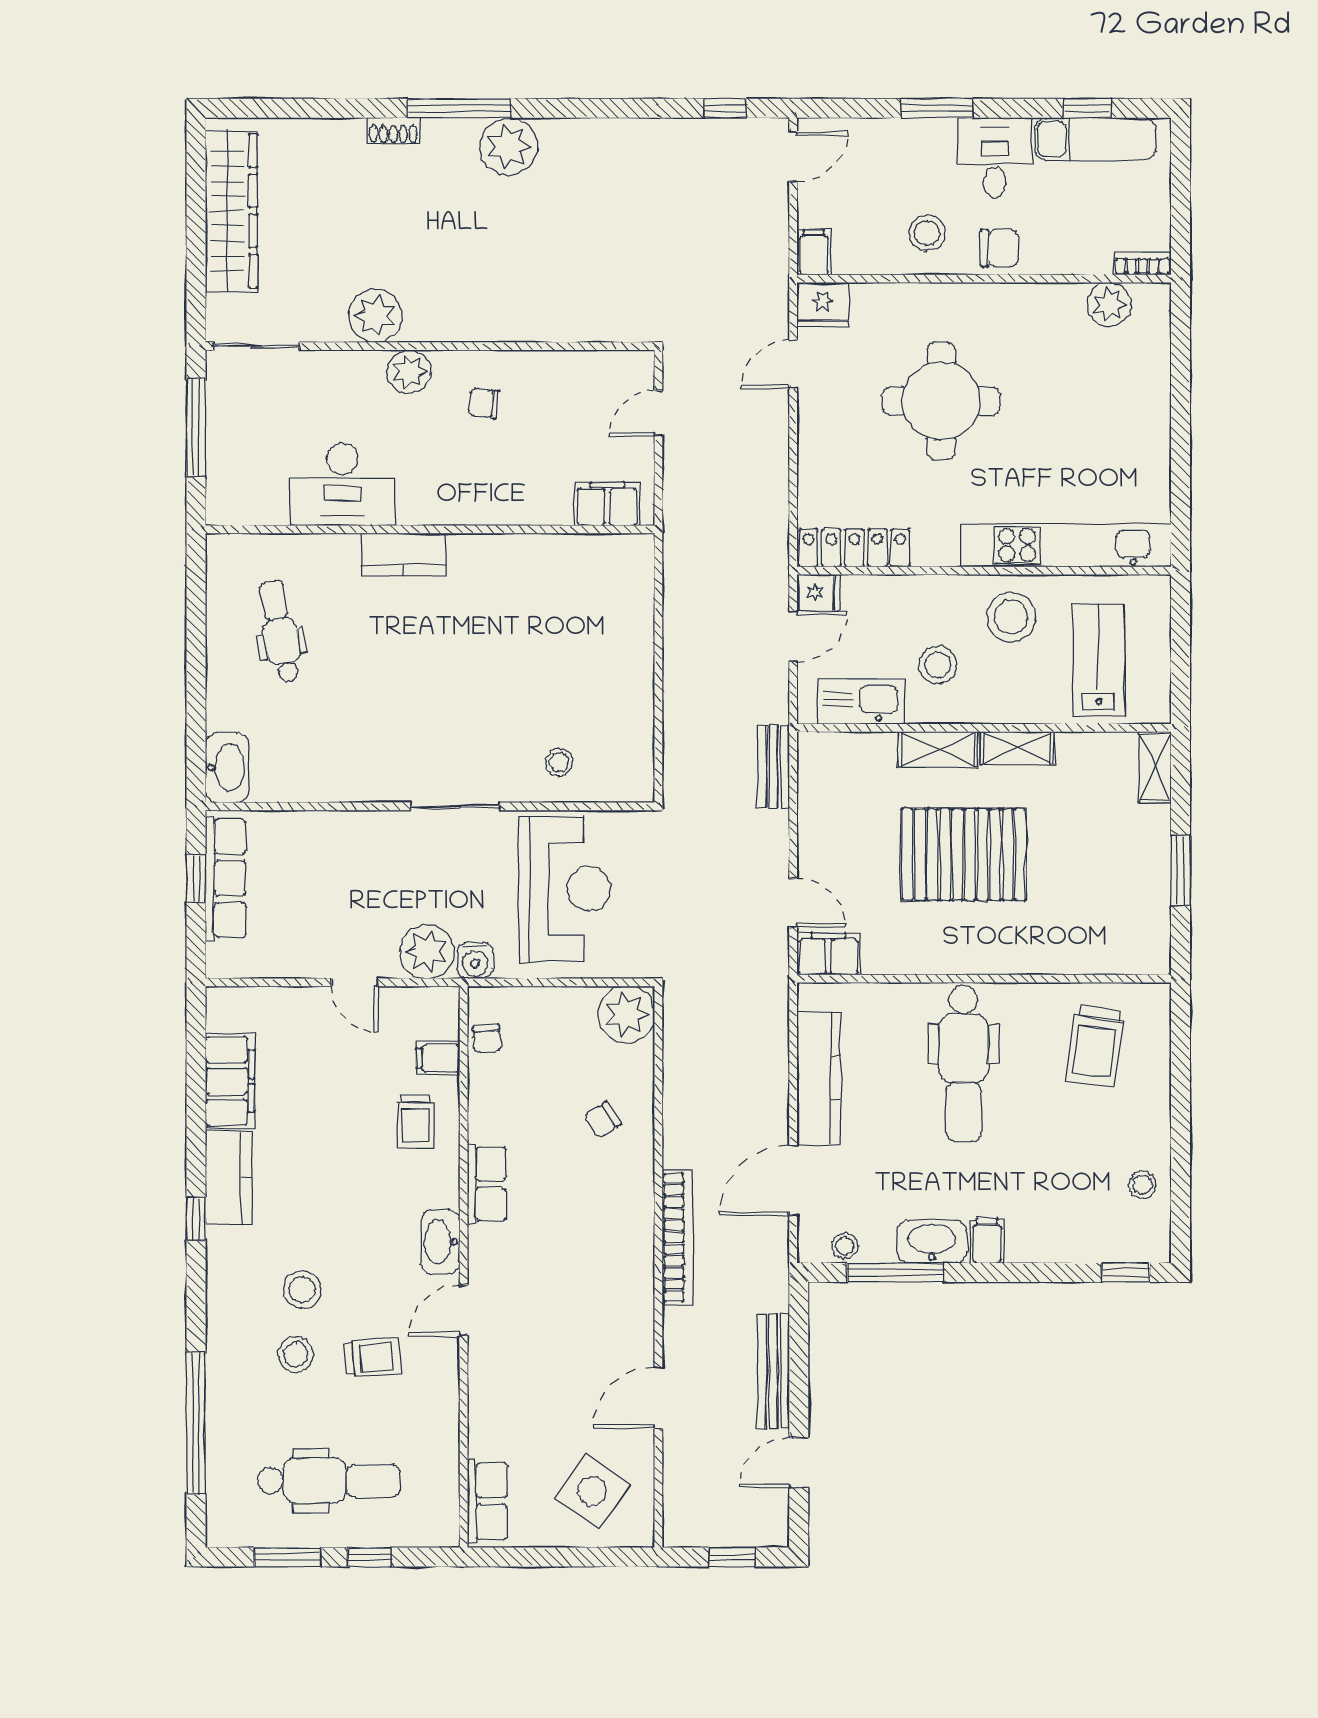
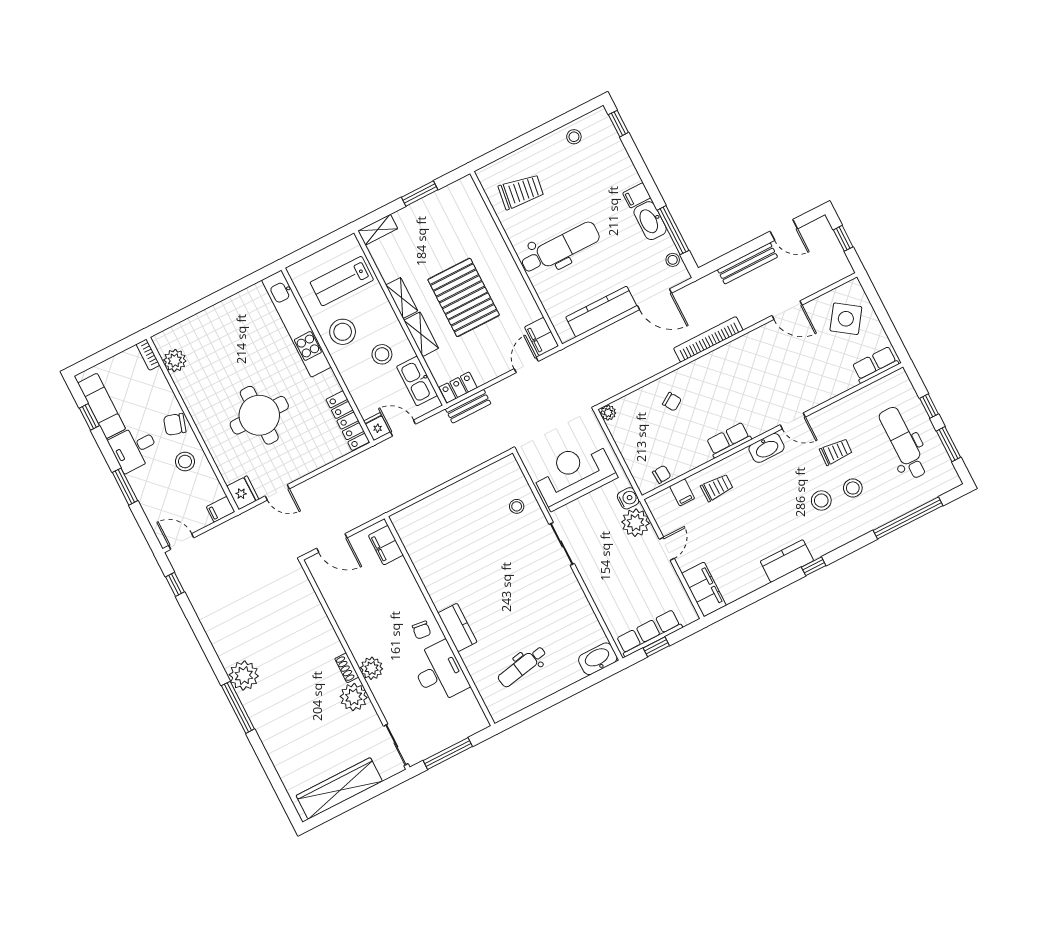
shoe rack: (393, 131) -> (347, 668), moved, turned 180
chair: (1000, 248) -> (175, 424), turned -73
chair: (484, 403) -> (422, 630), moved
door: (658, 413) -> (332, 543), width x1.38
locker: (814, 766) -> (458, 387), added
plant: (626, 1014) -> (608, 413), width x0.53, depth x0.53
filing cabinet: (230, 1081) -> (704, 589), moved, turned 90
trolley: (373, 1357) -> (836, 452), turned 97

